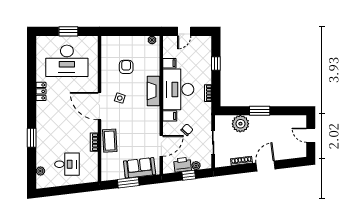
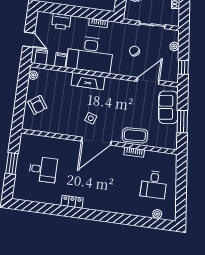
desk: (67, 61) -> (43, 169), width x0.53, depth x0.77
window: (216, 63) -> (68, 10), removed
armchair: (126, 67) -> (37, 105), moved, turned -125
filing cabinet: (170, 116) -> (41, 57), moved
window: (32, 138) -> (120, 219), removed
door: (161, 146) -> (148, 81), hinge flipped
desk: (67, 164) -> (154, 185), turned 180
printer: (183, 165) -> (61, 22), moved, turned -83
window: (189, 175) -> (183, 67), moved

